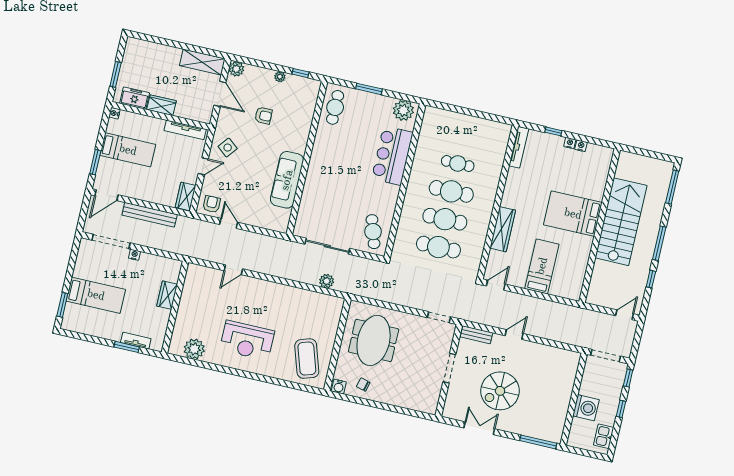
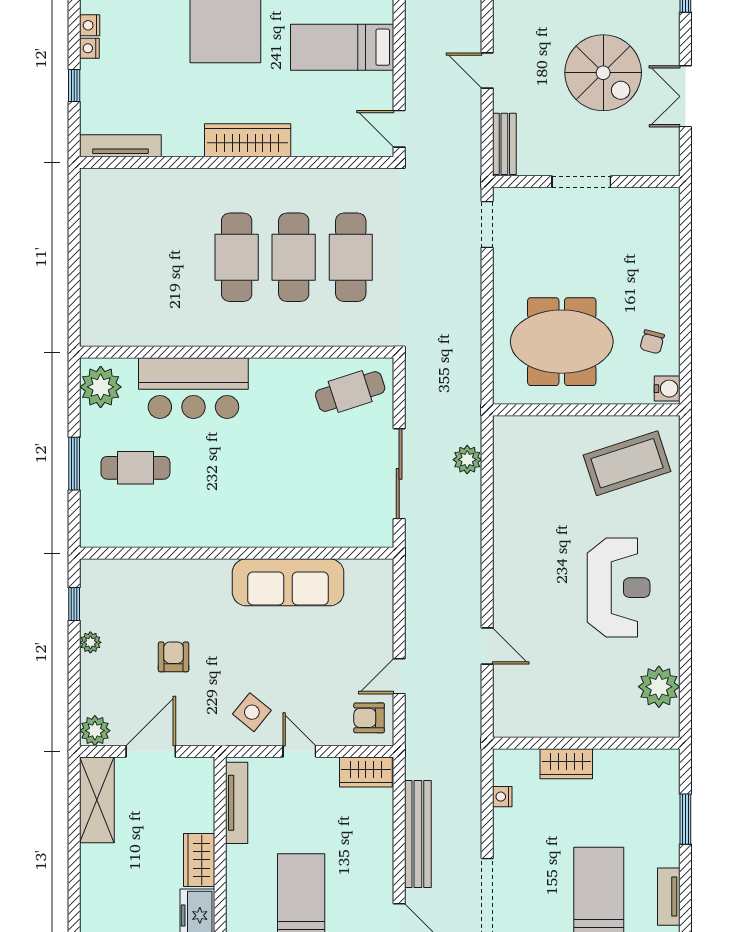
cafe table: (335, 107) -> (135, 468), moved
cafe table: (458, 164) -> (180, 257), removed
wardrobe: (503, 229) -> (248, 140), moved
nightstand: (134, 255) -> (502, 797), moved
tv unit: (136, 341) -> (669, 897), moved

